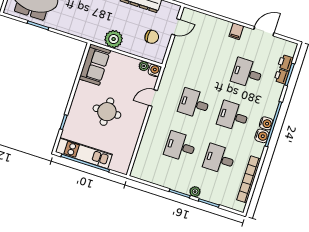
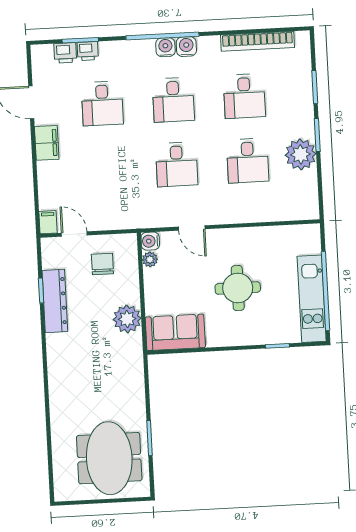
filing cabinet: (189, 14) -> (48, 222), added
filing cabinet: (236, 31) -> (47, 143), width x2.00
plant: (195, 192) -> (301, 154), moved, width x1.88, depth x1.88

